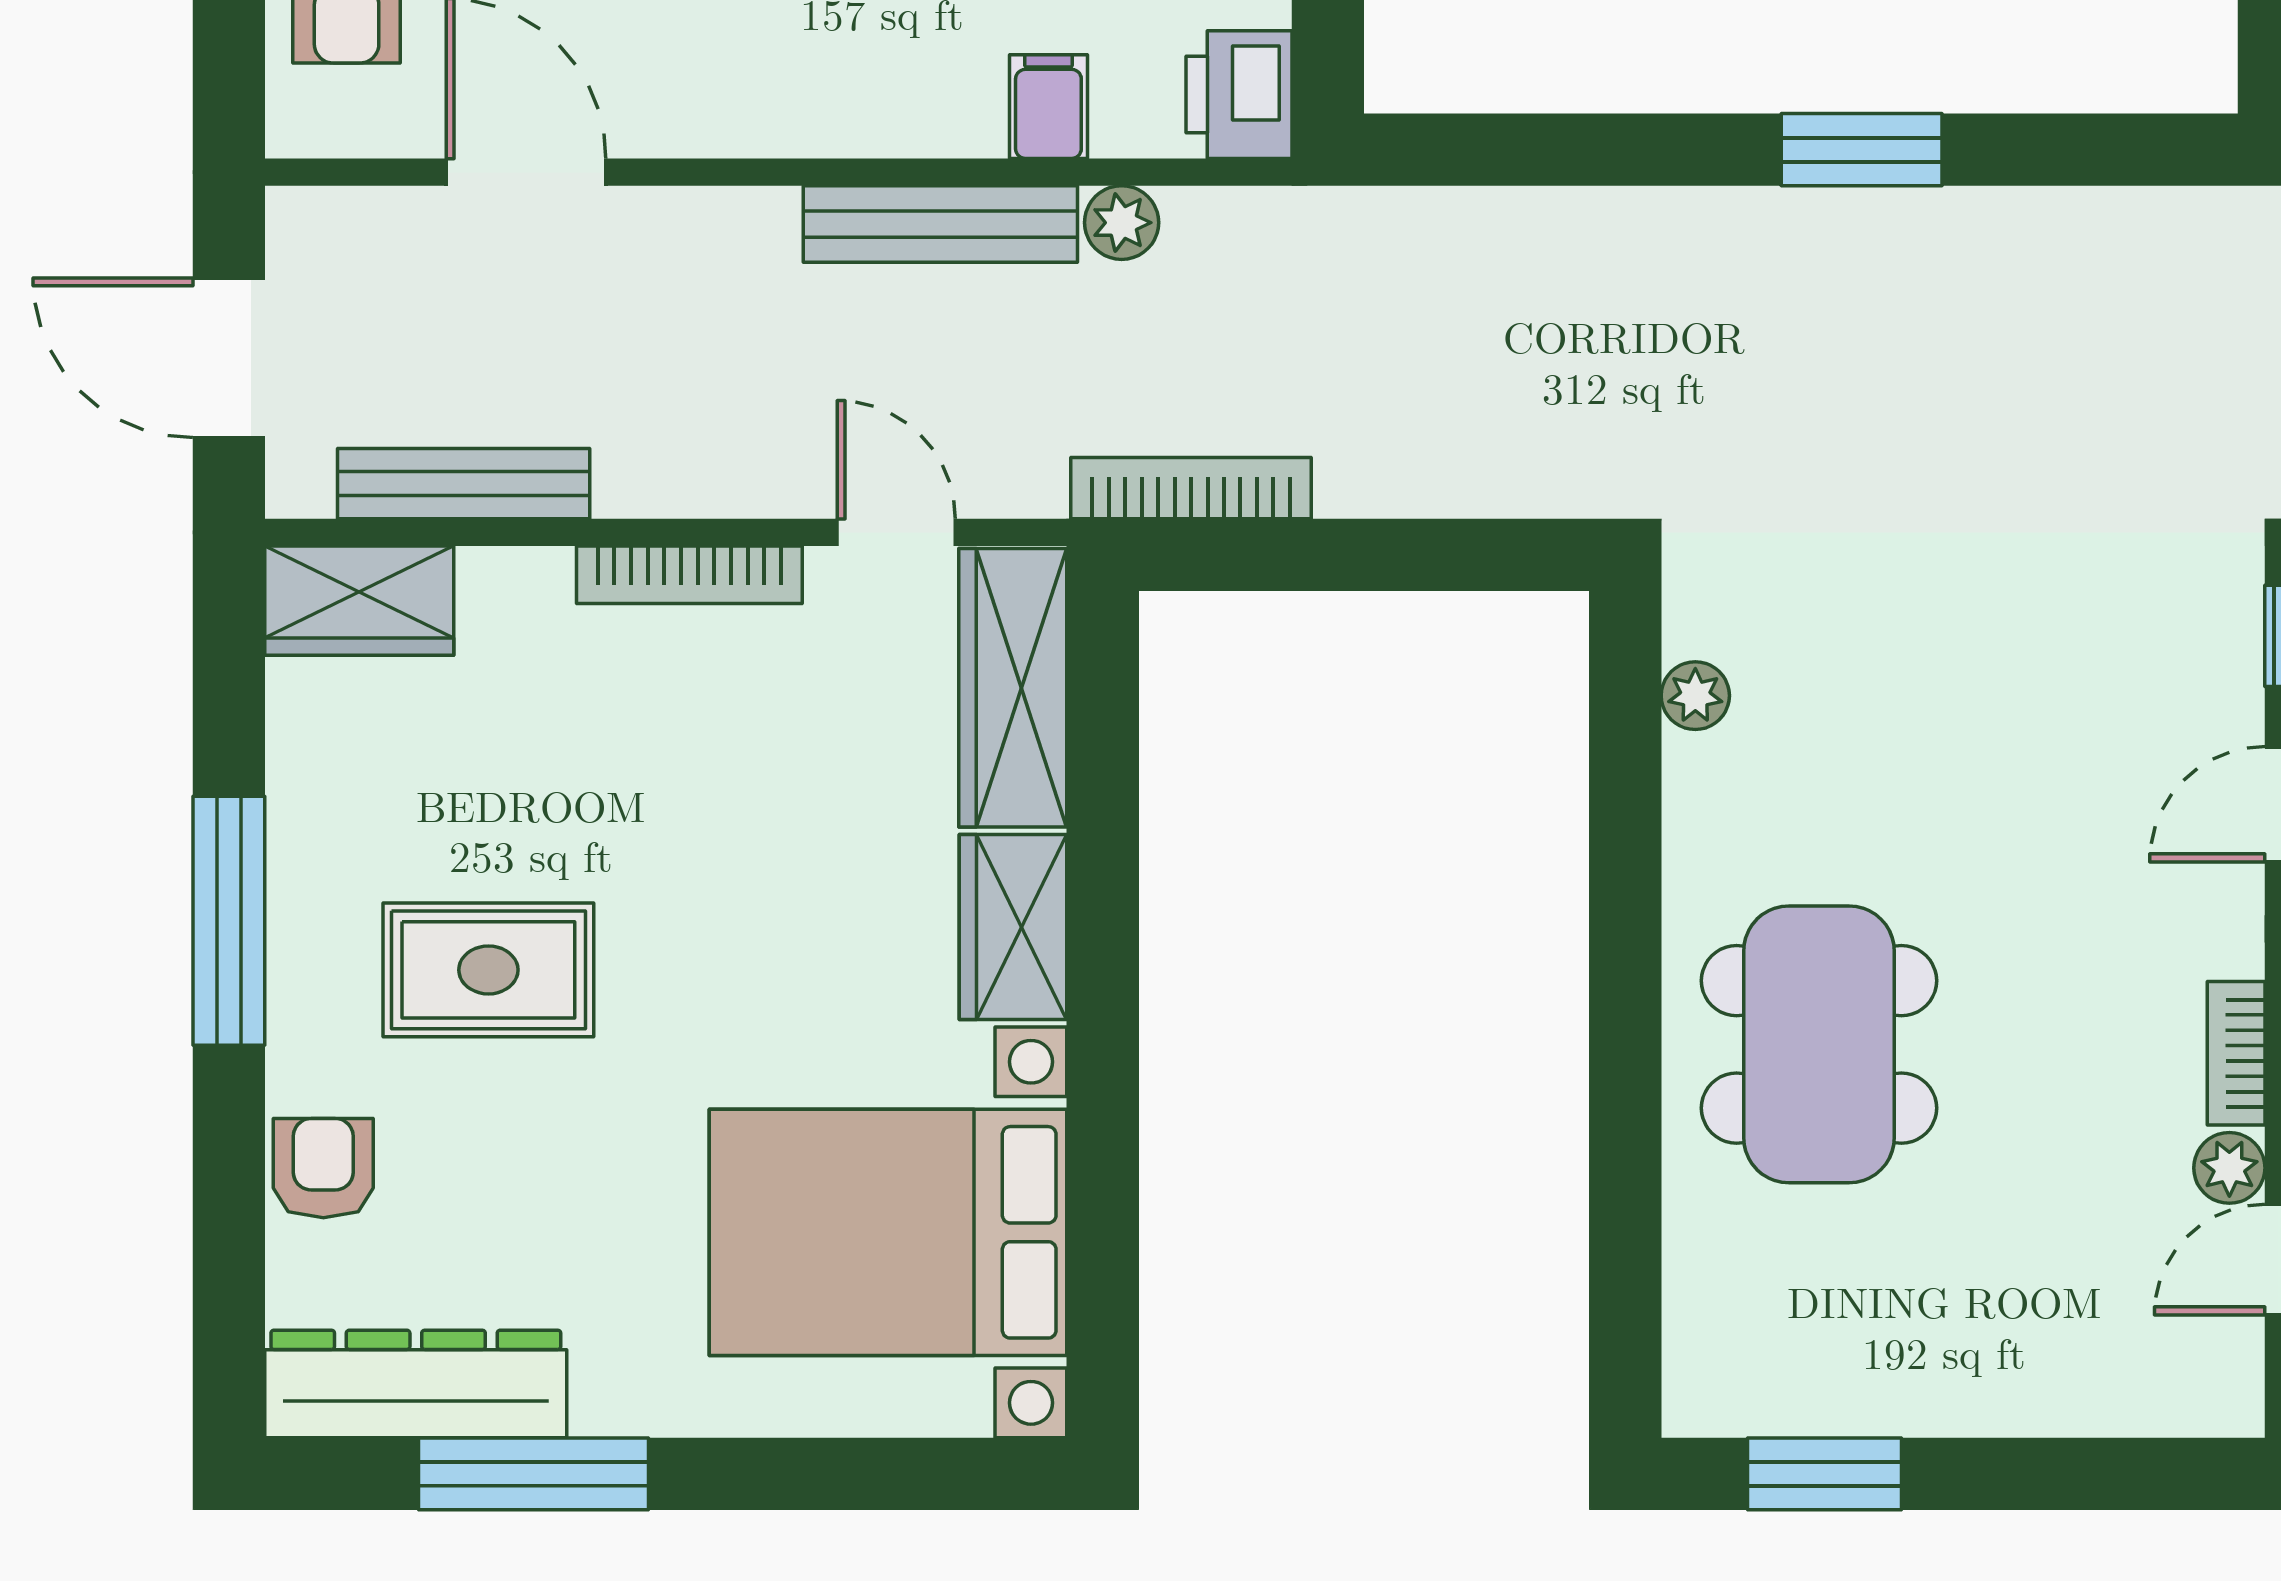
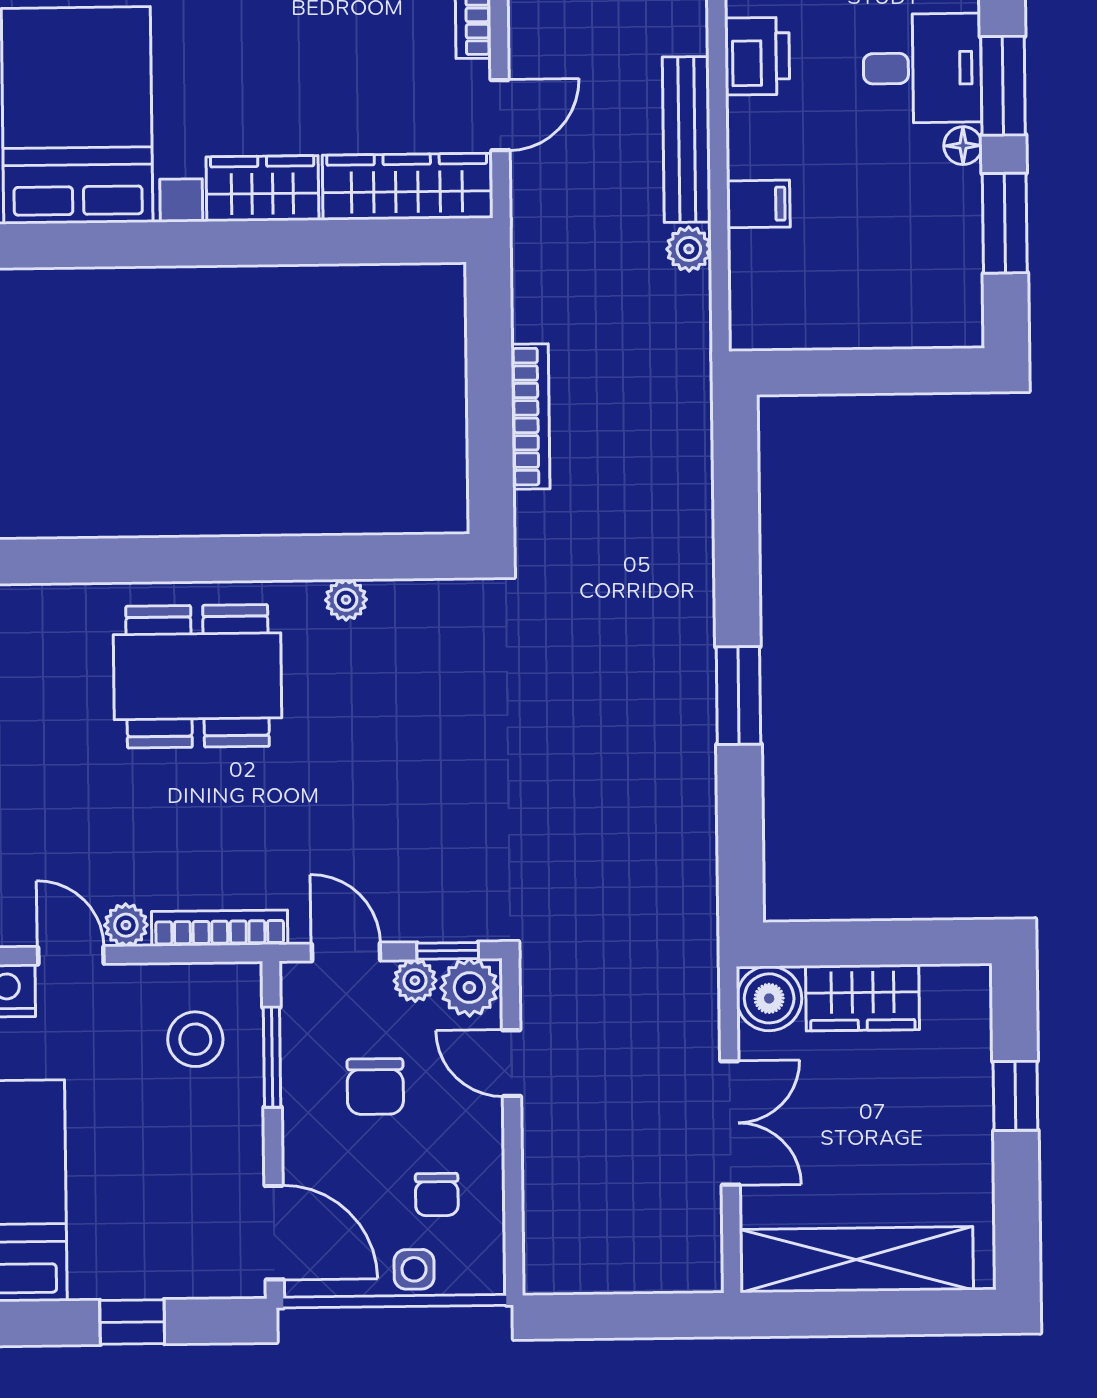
printer: (1239, 95) -> (757, 56), moved, turned 90
bookcase: (1191, 488) -> (530, 417), moved
plant: (1695, 696) -> (346, 600), moved
bookcase: (2236, 1053) -> (220, 928), width x1.56

